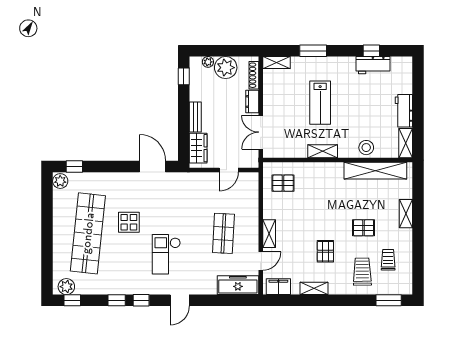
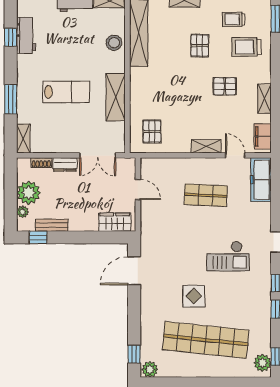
shoe rack: (254, 75) -> (41, 163), width x0.70
bench: (195, 117) -> (52, 225), moved
shelving: (323, 151) -> (116, 97), width x1.50, depth x1.33

